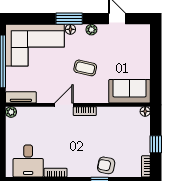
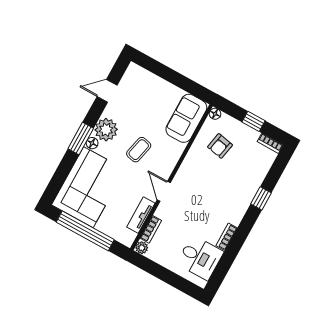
plant: (91, 30) -> (106, 130), width x1.88, depth x1.88
tv unit: (21, 97) -> (141, 215), moved
bookcase: (85, 111) -> (151, 229), moved
armchair: (106, 165) -> (220, 146), moved

